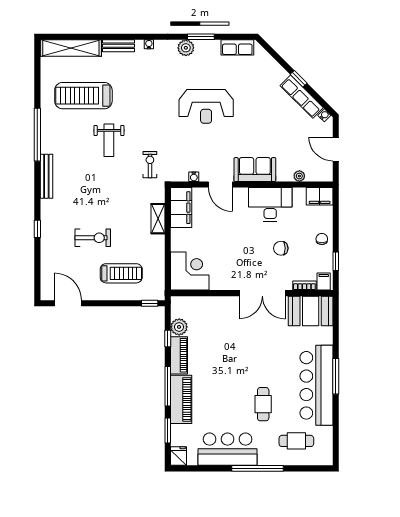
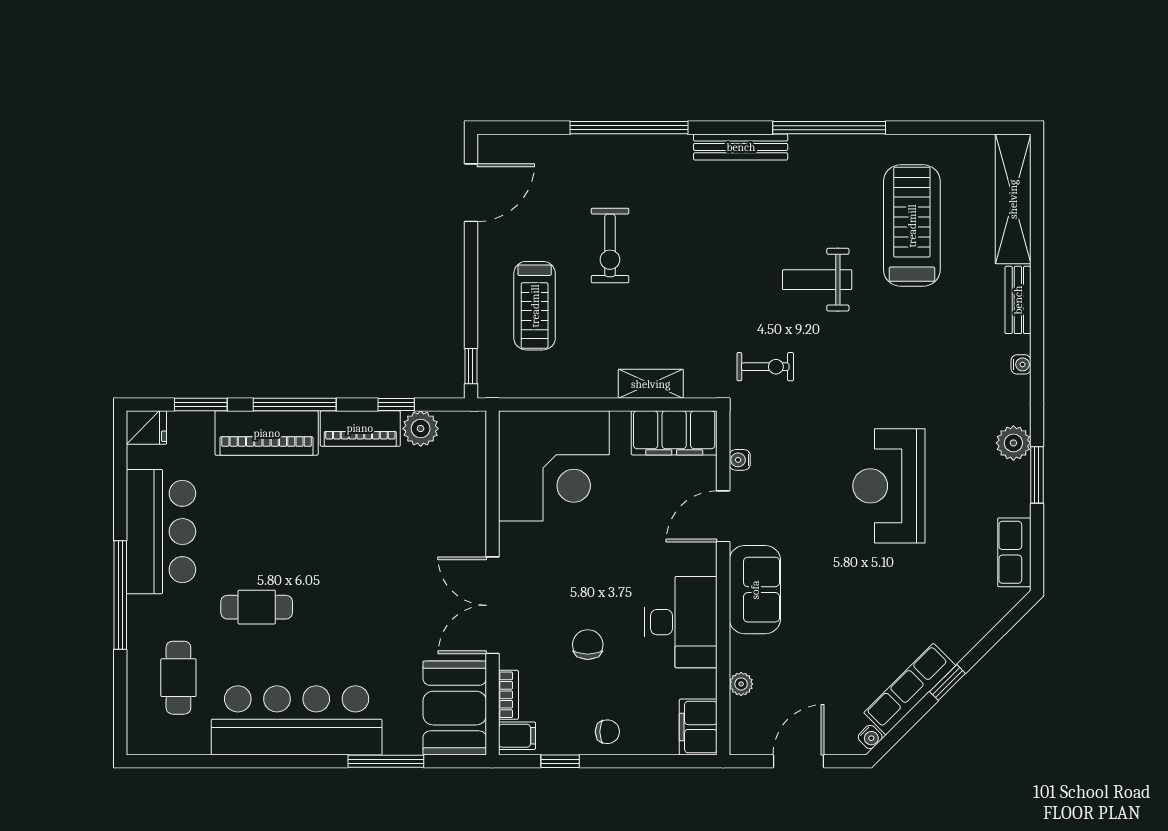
window: (37, 229) -> (629, 128), width x3.17
corner desk: (190, 271) -> (554, 466), width x1.36, depth x1.36
window: (336, 376) -> (386, 761), moved

